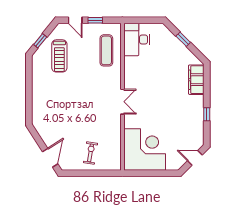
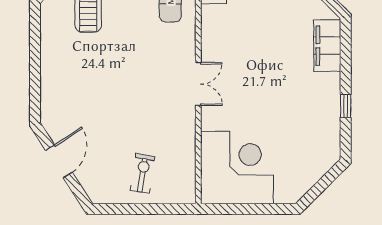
door: (50, 158) -> (59, 161), moved
door: (195, 158) -> (325, 182), removed

